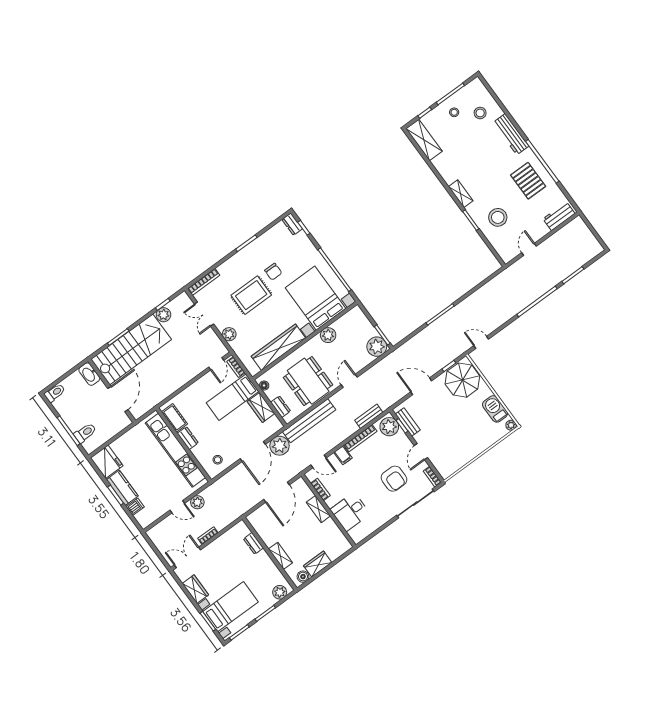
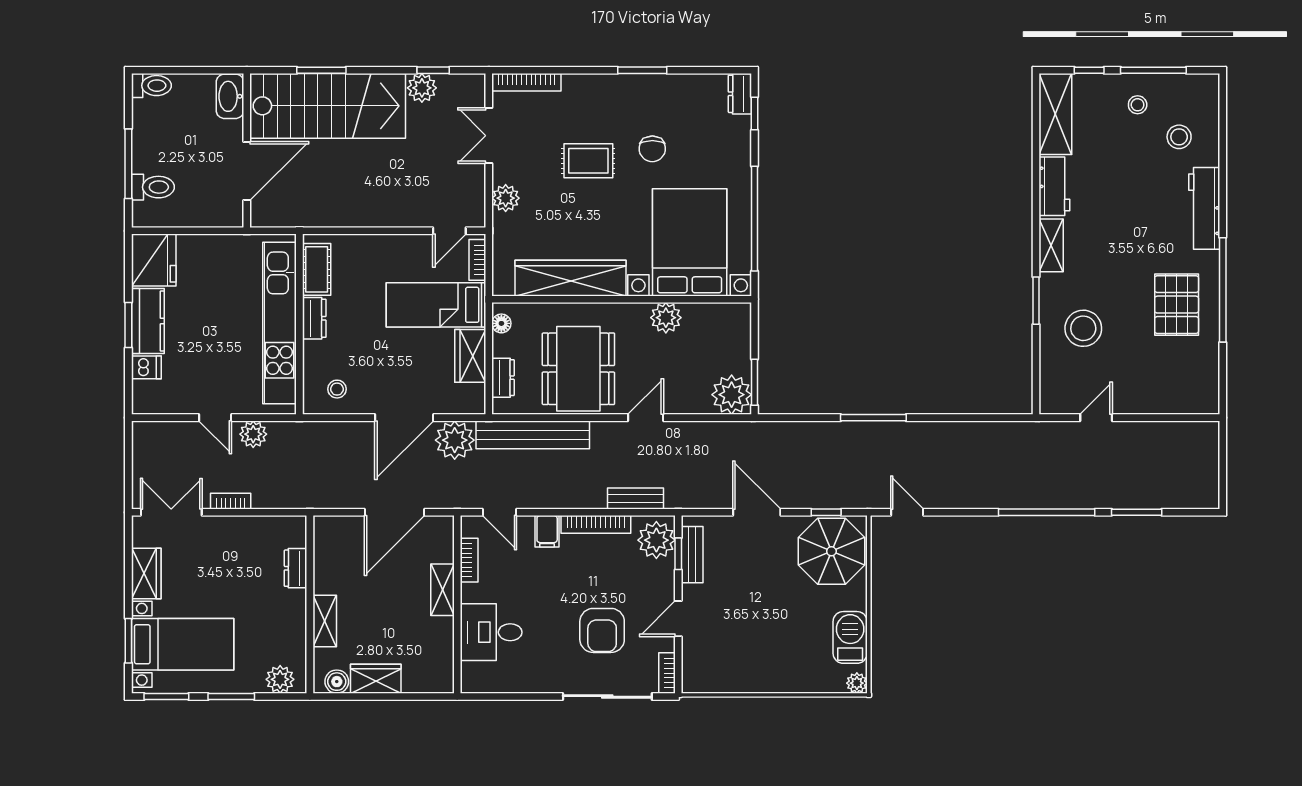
workbench: (559, 216) -> (1054, 186), moved, turned 90
rug: (251, 295) -> (588, 161), width x0.73, depth x0.70

